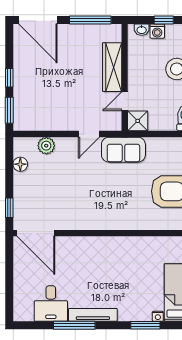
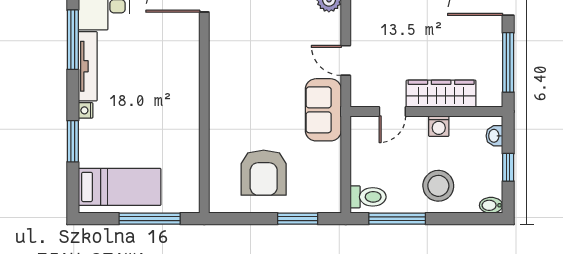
washing machine: (157, 31) -> (439, 126), moved, turned -90
door: (125, 101) -> (392, 112), swing flipped
shower: (138, 121) -> (364, 130), removed
nightstand: (158, 316) -> (86, 110), moved

